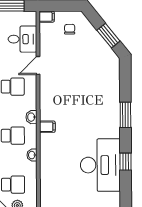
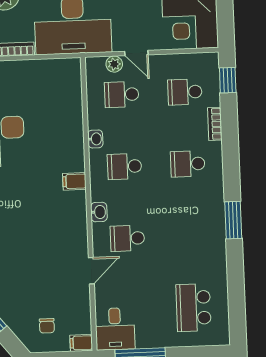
desk: (22, 39) -> (115, 329), moved, turned -90
washbasin: (31, 117) -> (99, 212), moved

